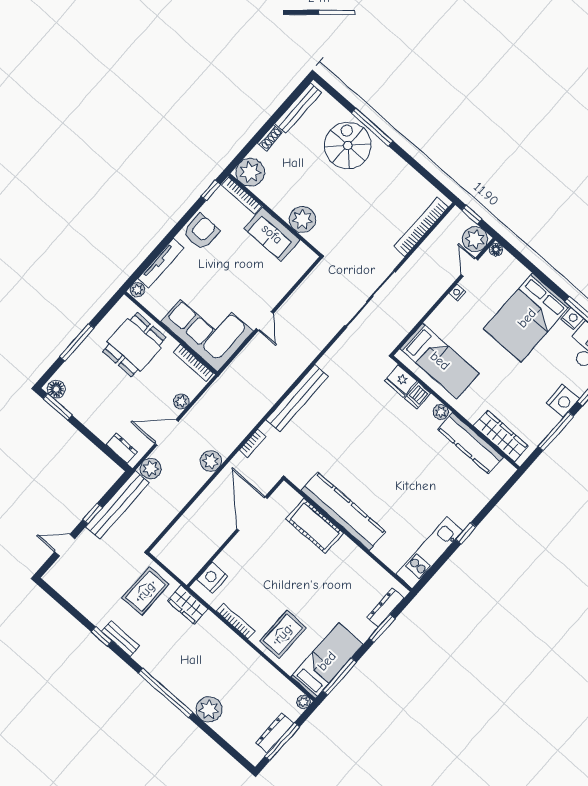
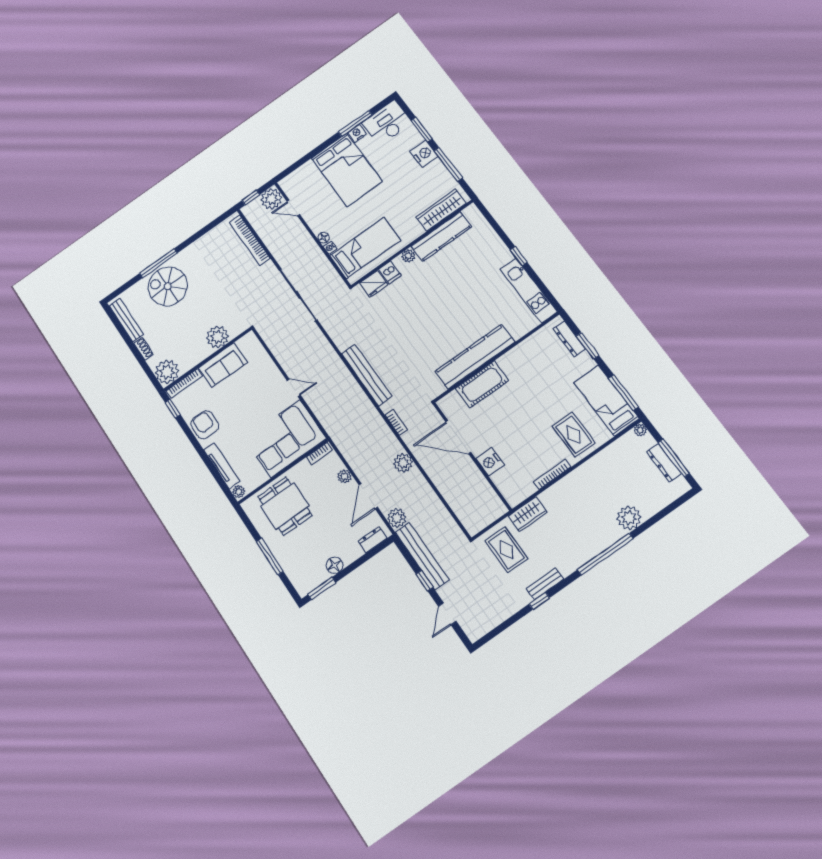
floor lamp: (496, 250) -> (324, 238), moved
nightstand: (457, 293) -> (330, 248), moved
bookcase: (193, 363) -> (319, 454), width x0.64
floor lamp: (56, 389) -> (335, 565), moved
nightstand: (212, 578) -> (490, 462), moved

